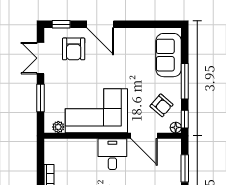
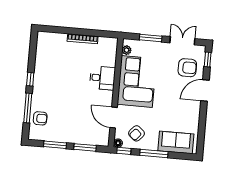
armchair: (74, 49) -> (187, 68), turned 180
door: (144, 136) -> (114, 118), hinge flipped
desk: (112, 154) -> (102, 78), moved

